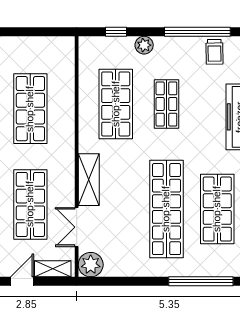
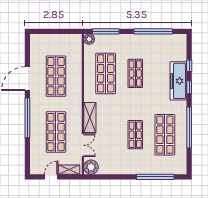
window: (116, 32) -> (106, 31), width x2.17
plant: (144, 45) -> (89, 39), moved
trolley: (214, 52) -> (163, 43), removed
shop shelf: (166, 209) -> (135, 135), width x0.50, depth x0.74
double door: (77, 227) -> (83, 145), swing flipped

